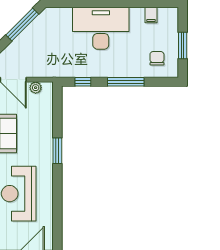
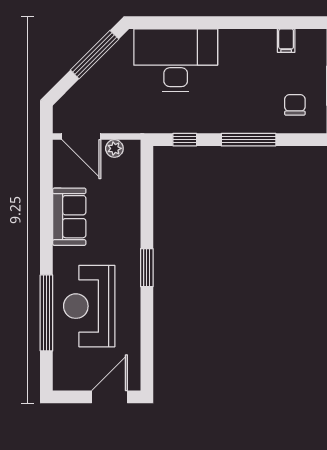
desk: (101, 28) -> (176, 60), moved
window: (57, 151) -> (147, 268), moved

